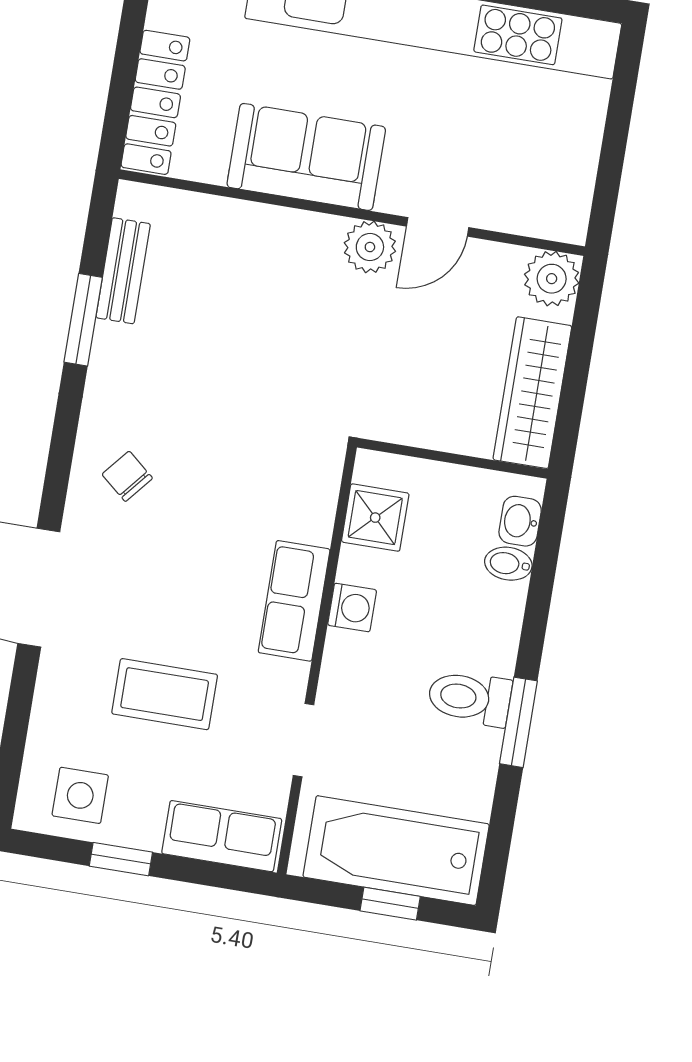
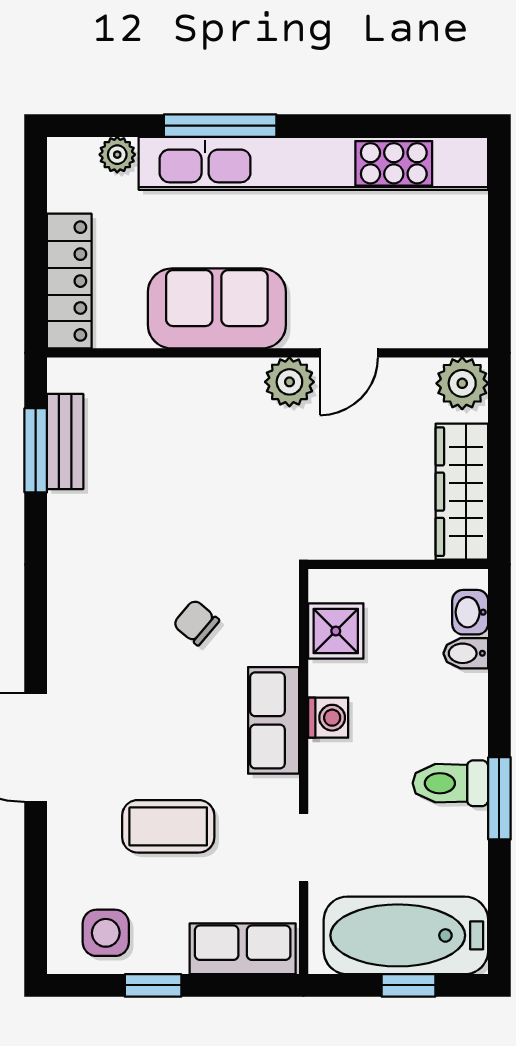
window: (83, 320) -> (36, 450), moved
chair: (127, 476) -> (196, 622), moved

